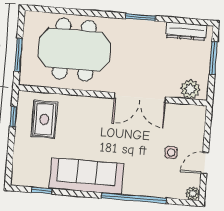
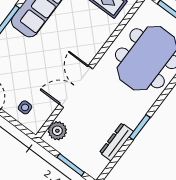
dresser: (186, 31) -> (116, 142), moved
side table: (171, 153) -> (25, 107), moved

